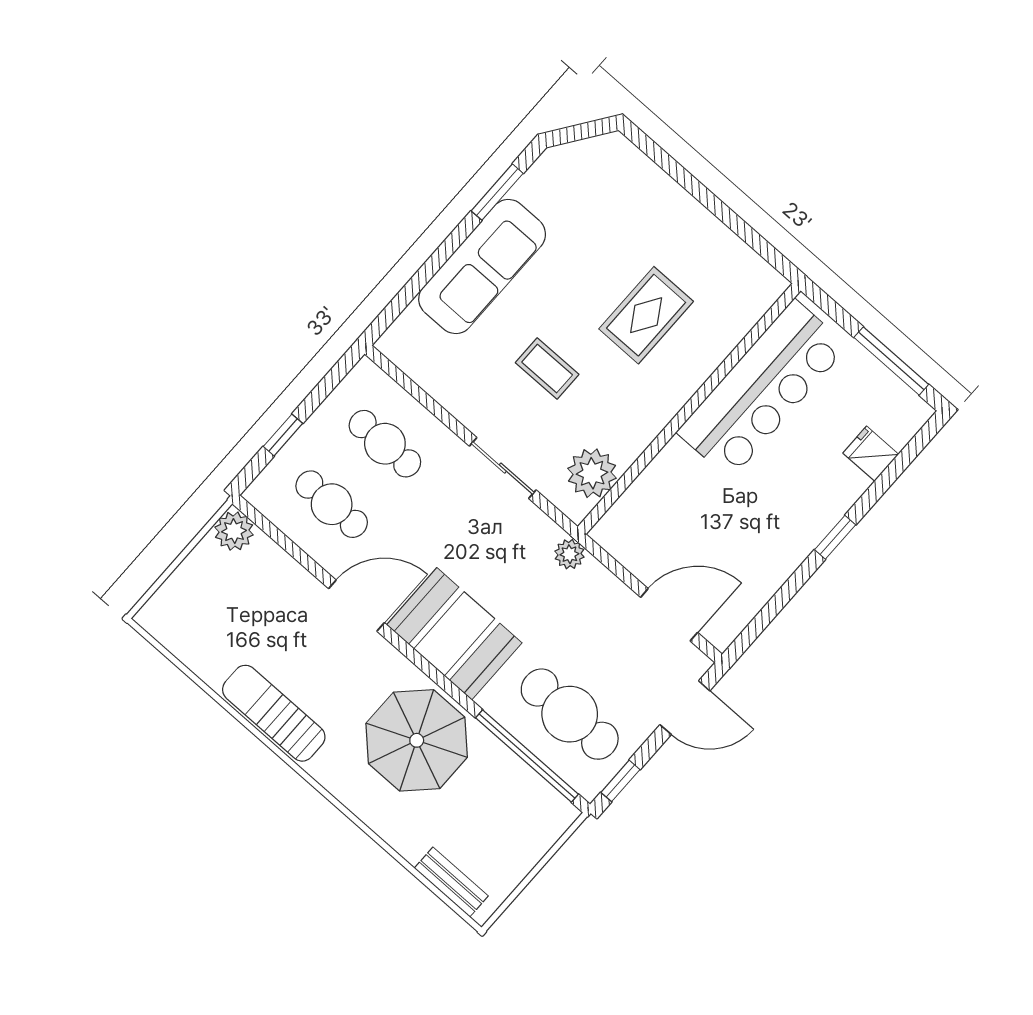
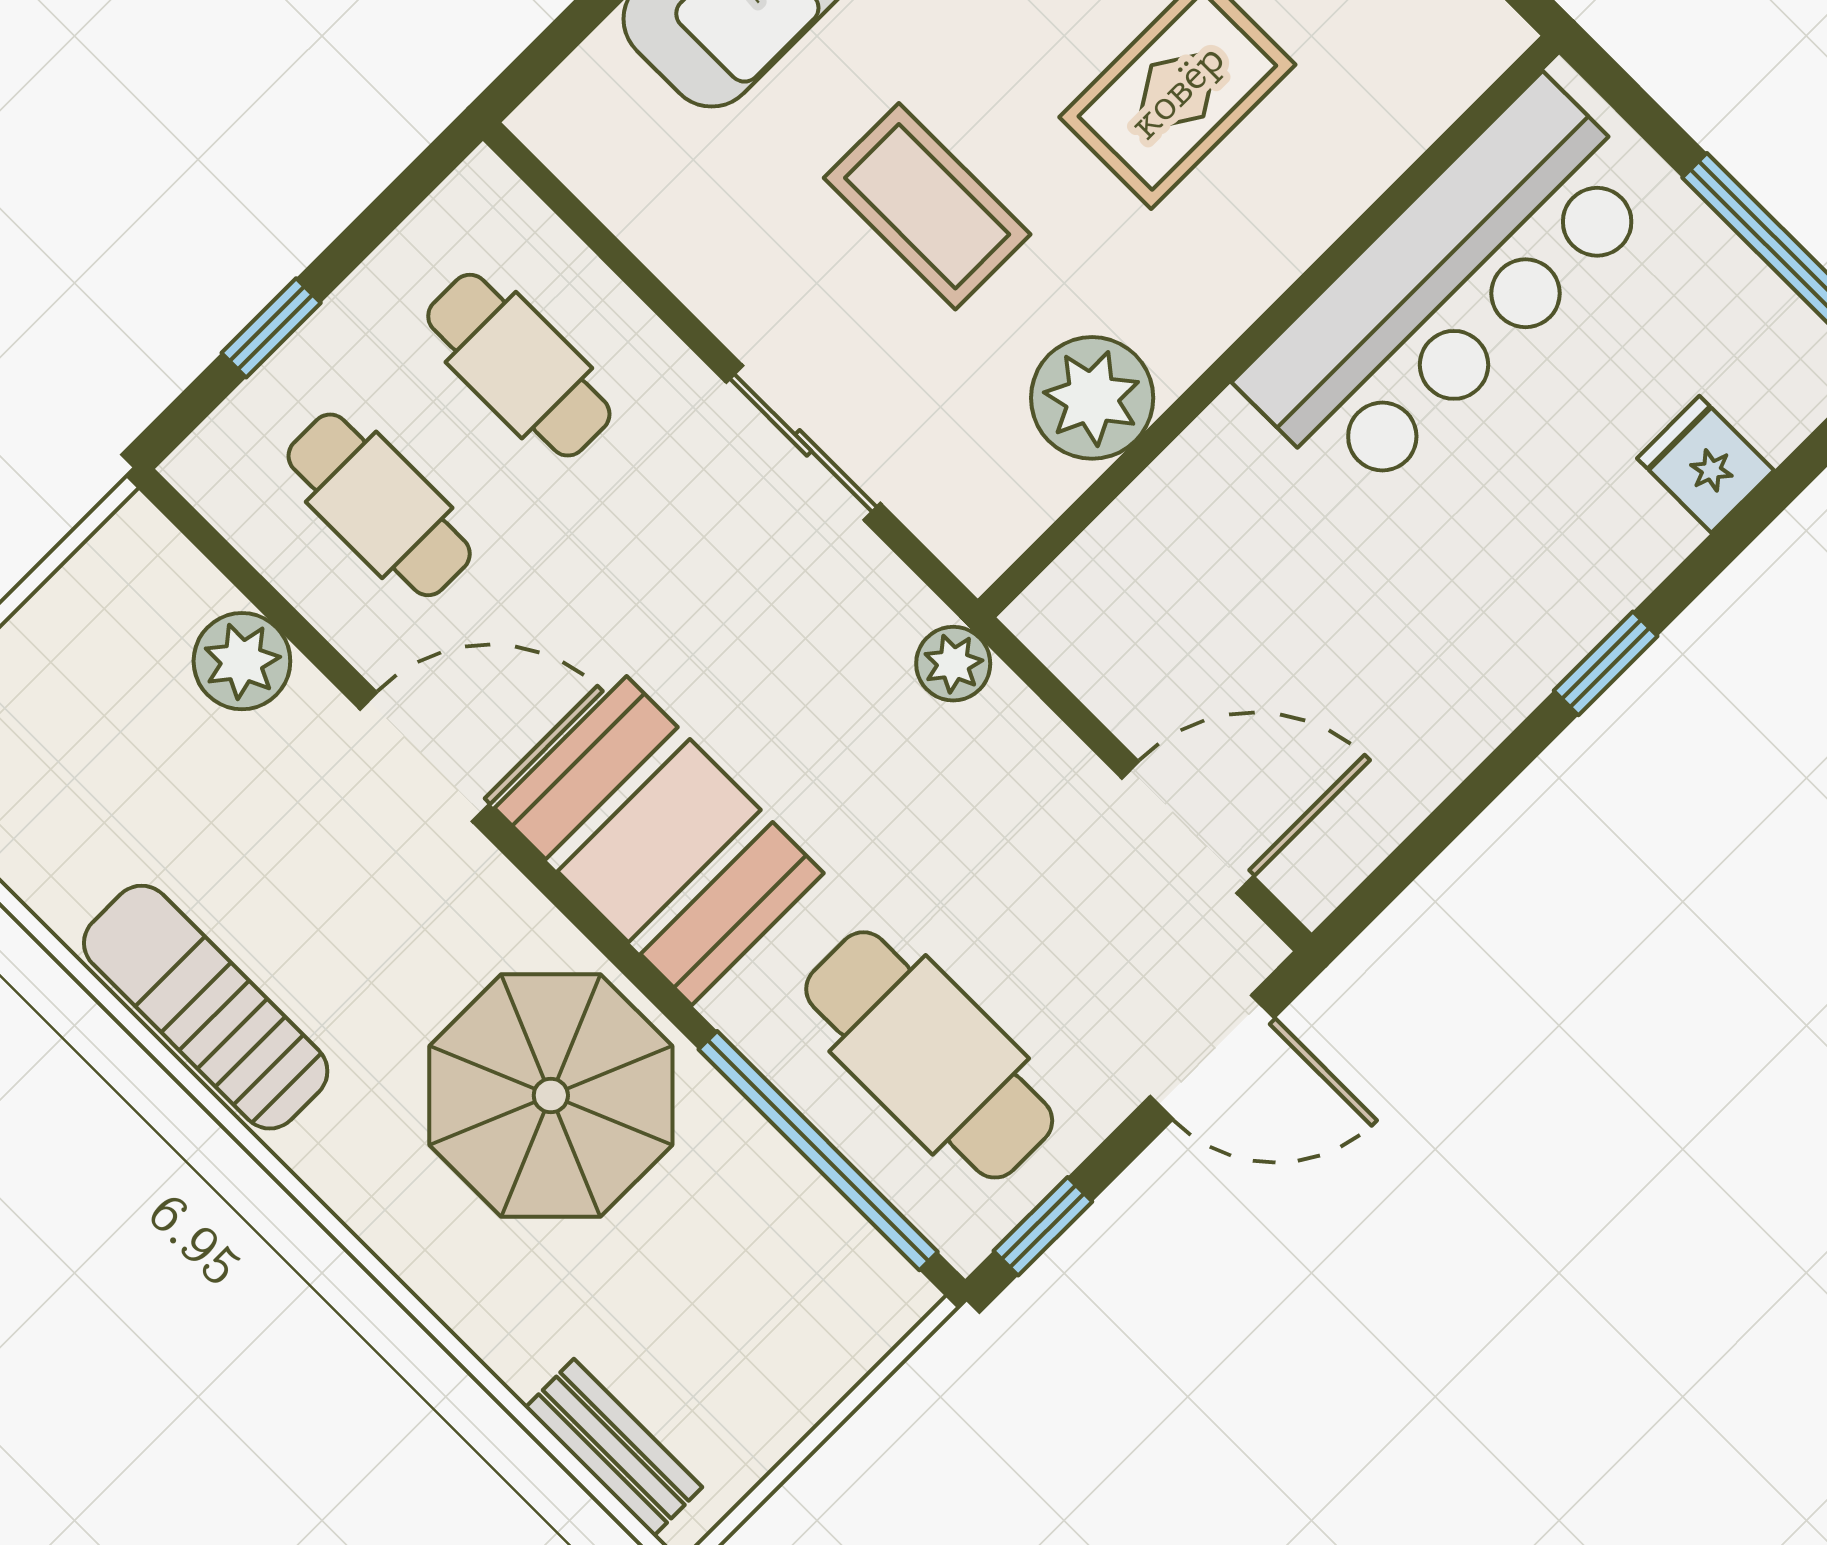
coffee table: (547, 369) -> (927, 206), width x1.36, depth x1.30
plant: (592, 473) -> (1092, 398), moved
plant: (234, 531) -> (242, 661), moved

